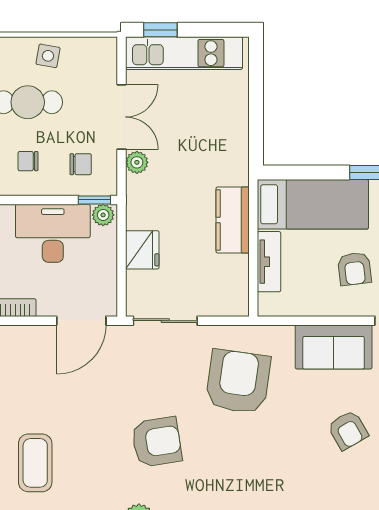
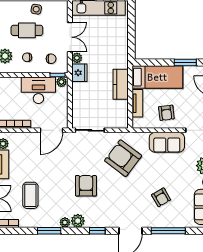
fridge: (142, 250) -> (79, 73), moved
armchair: (354, 269) -> (166, 113), moved
armchair: (238, 382) -> (123, 158), turned -61
armchair: (348, 430) -> (161, 197), moved
armchair: (157, 442) -> (86, 186), turned -81

